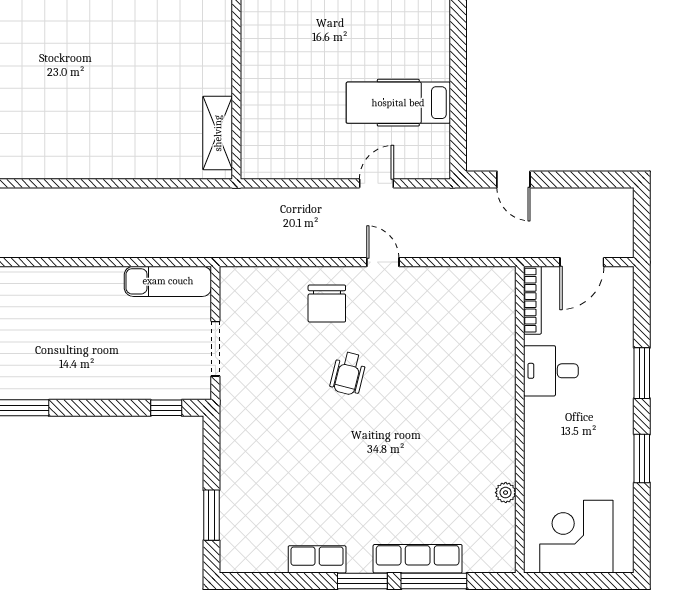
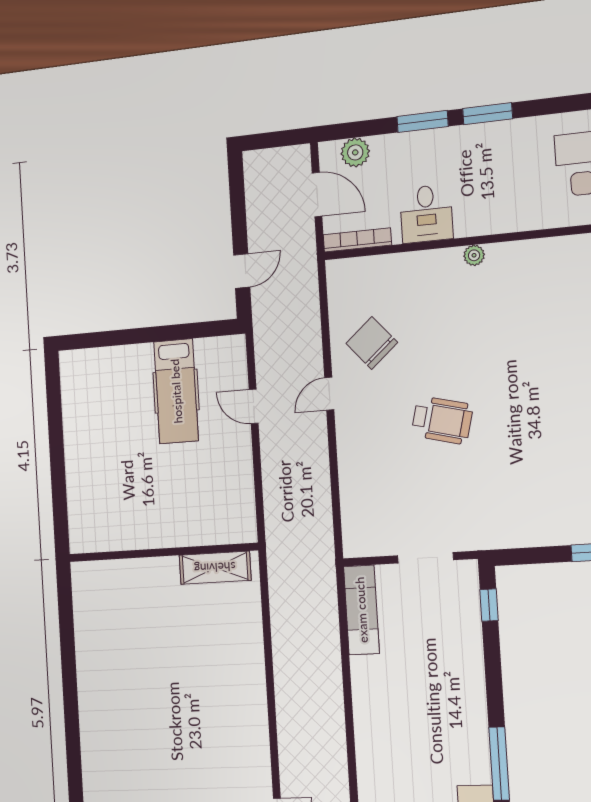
chair: (327, 304) -> (372, 343), moved, turned -131
plant: (619, 304) -> (355, 152), added
wheelchair: (348, 373) -> (442, 420), width x1.36, depth x1.37
window: (642, 458) -> (488, 114), moved
plant: (506, 493) -> (474, 255), moved

